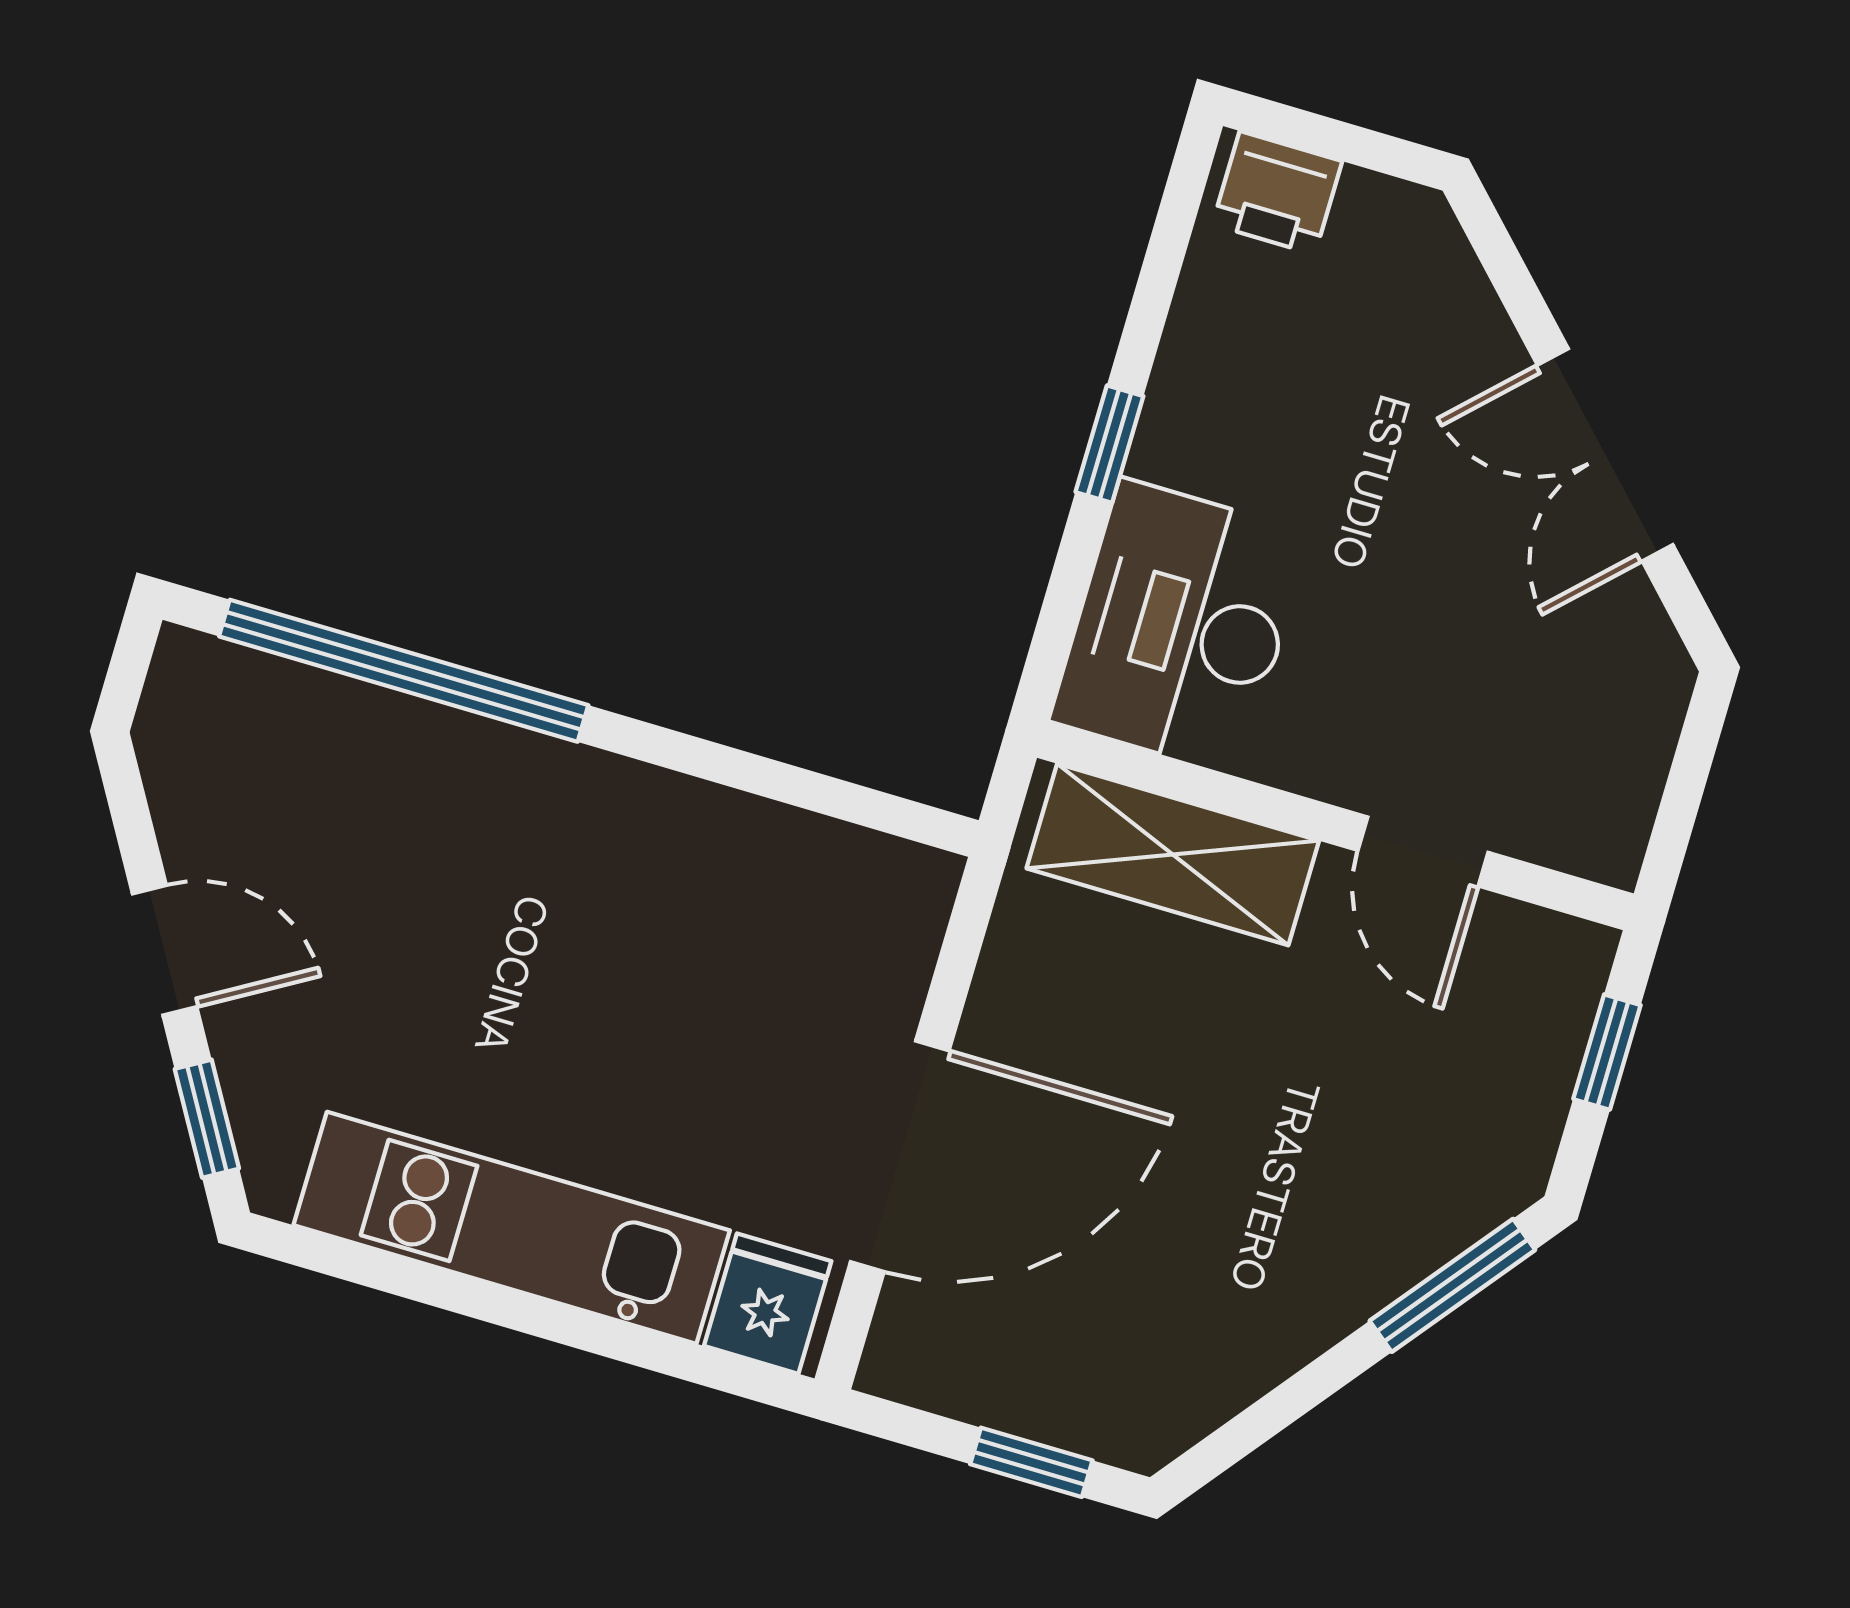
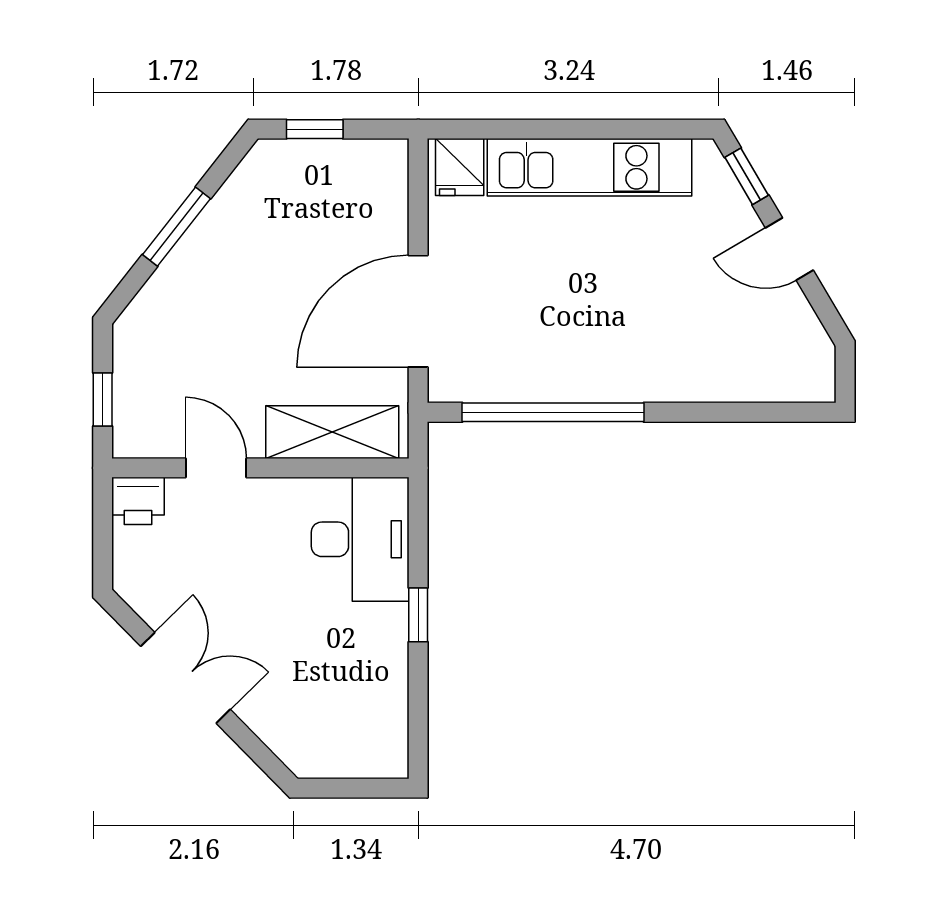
printer: (1277, 193) -> (138, 501), moved, turned 180
window: (404, 671) -> (553, 412), moved
door: (900, 1156) -> (418, 311), moved
window: (1452, 1285) -> (177, 227), moved

